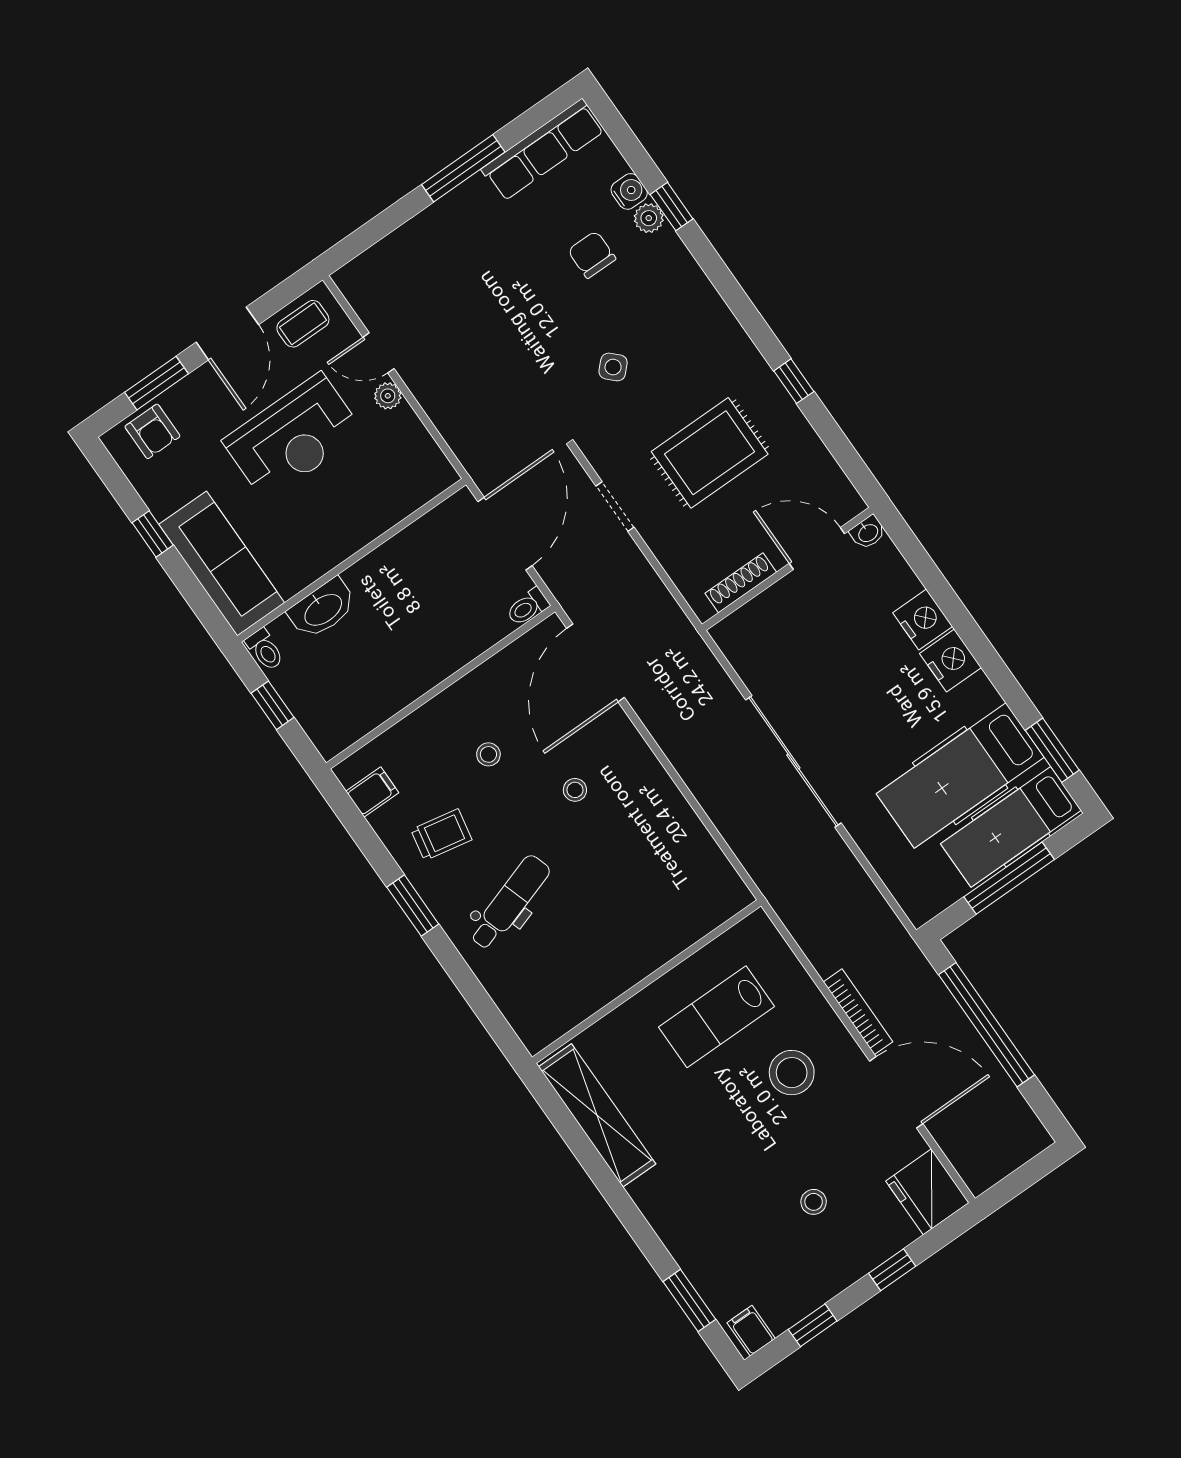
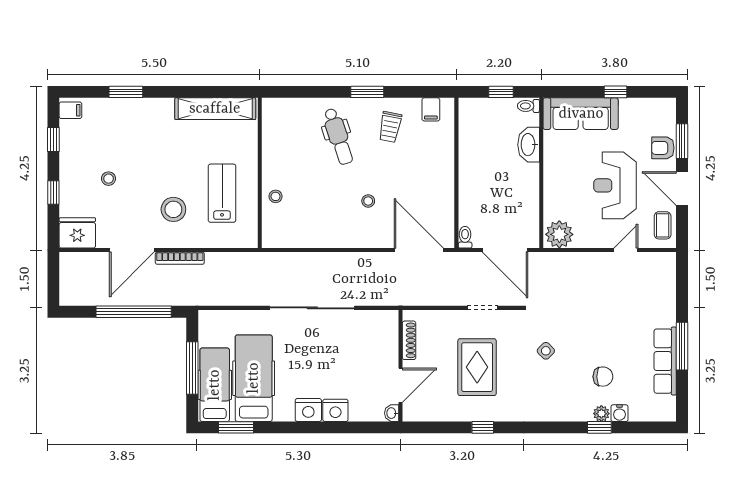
row of seats: (543, 150) -> (665, 361), moved
plant: (388, 396) -> (559, 234), moved, width x1.88, depth x1.88
armchair: (152, 431) -> (663, 148), moved
stool: (488, 754) -> (276, 196), moved
window: (689, 1301) -> (126, 92), moved

